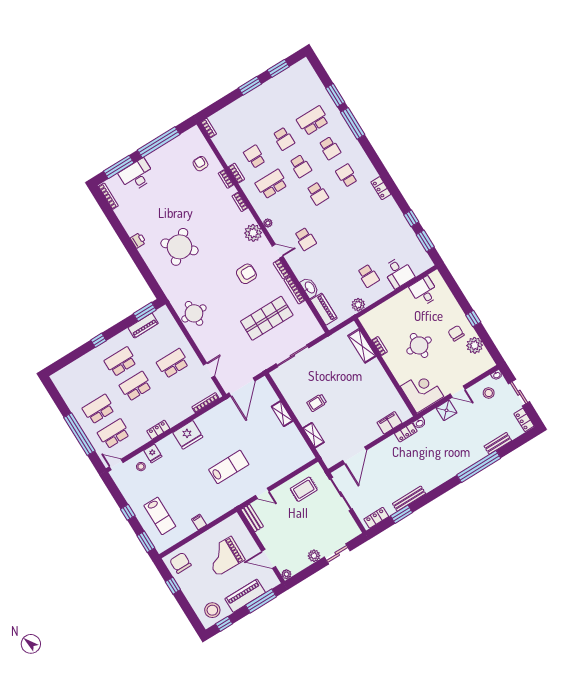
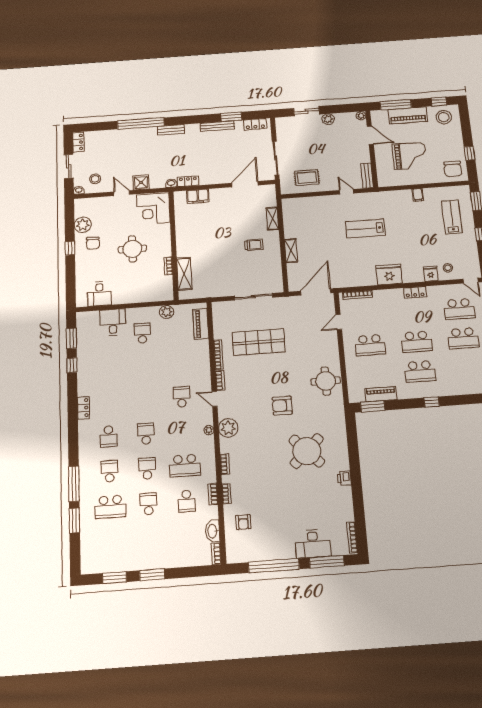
armchair: (246, 274) -> (282, 406), moved
washbasin: (310, 288) -> (213, 531), moved
bench: (498, 443) -> (171, 130), moved

